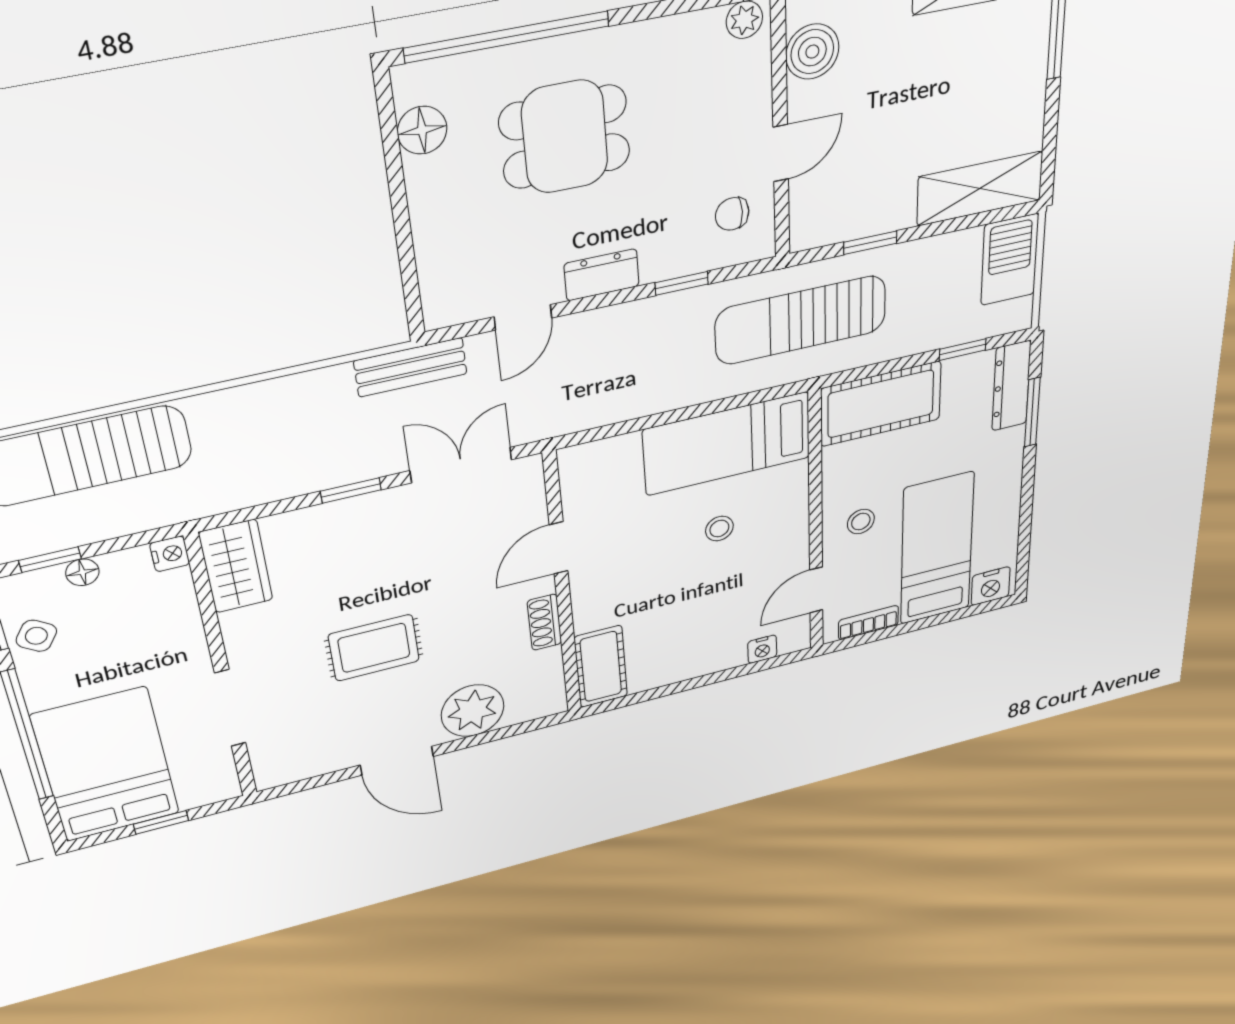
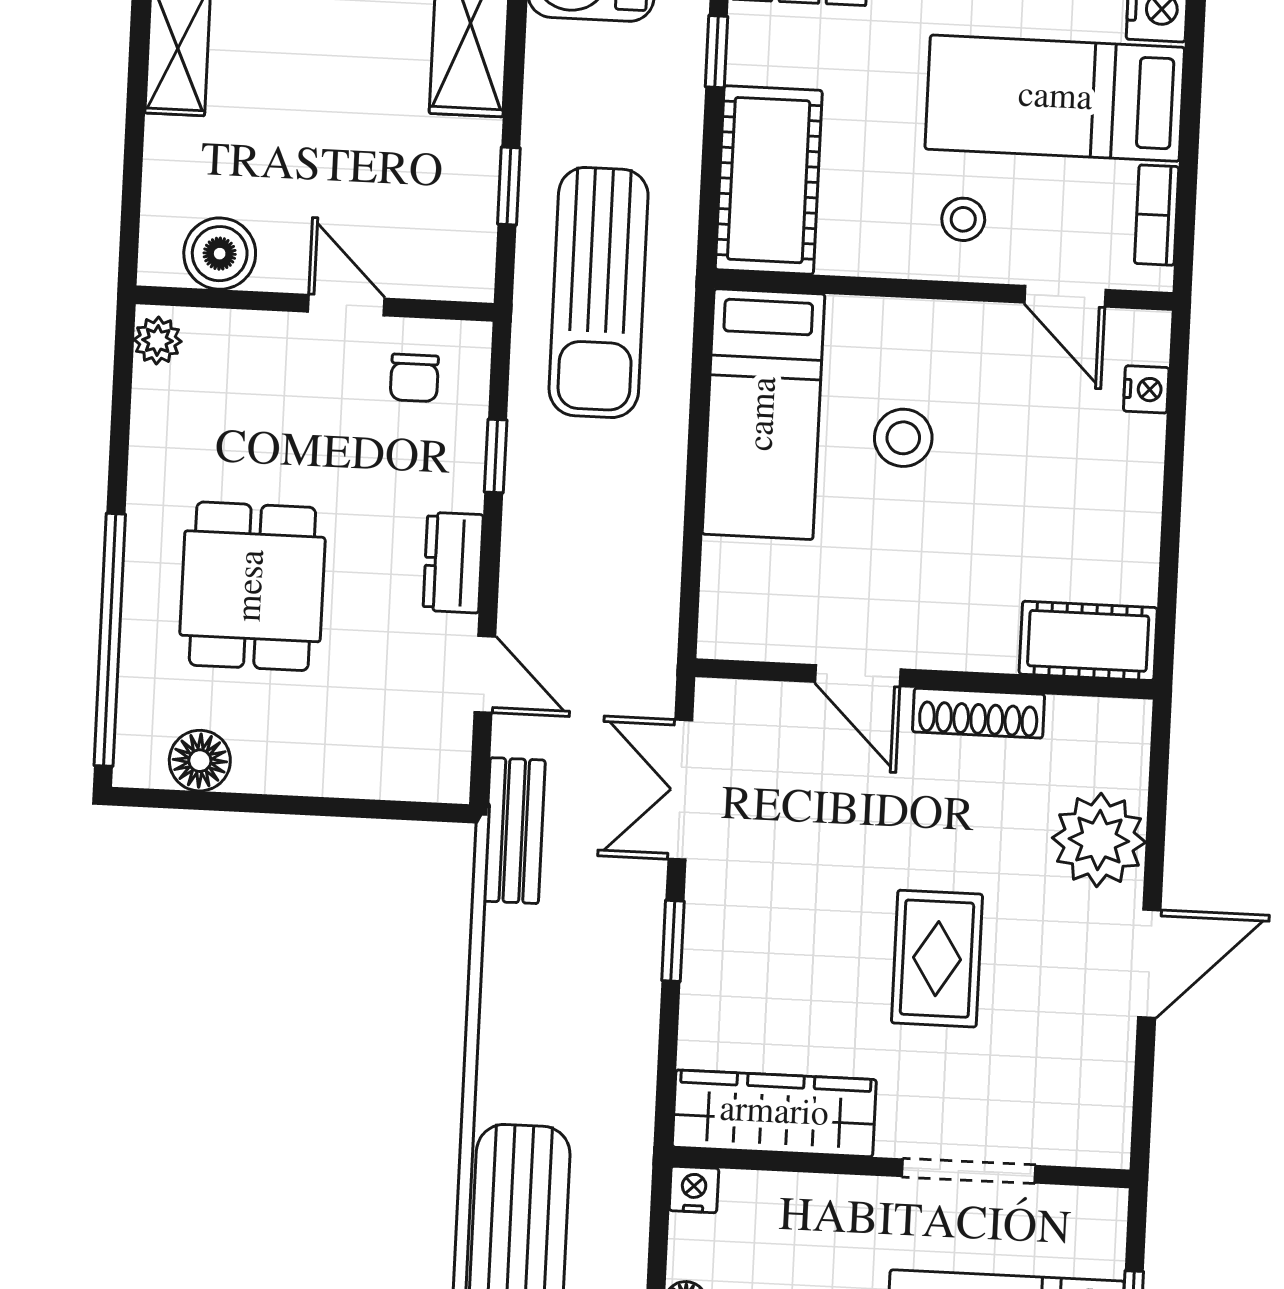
stool: (719, 529) -> (903, 438), width x1.37, depth x1.37
wardrobe: (236, 566) -> (774, 1113), width x1.50
shoe rack: (544, 622) -> (978, 713), width x1.43

